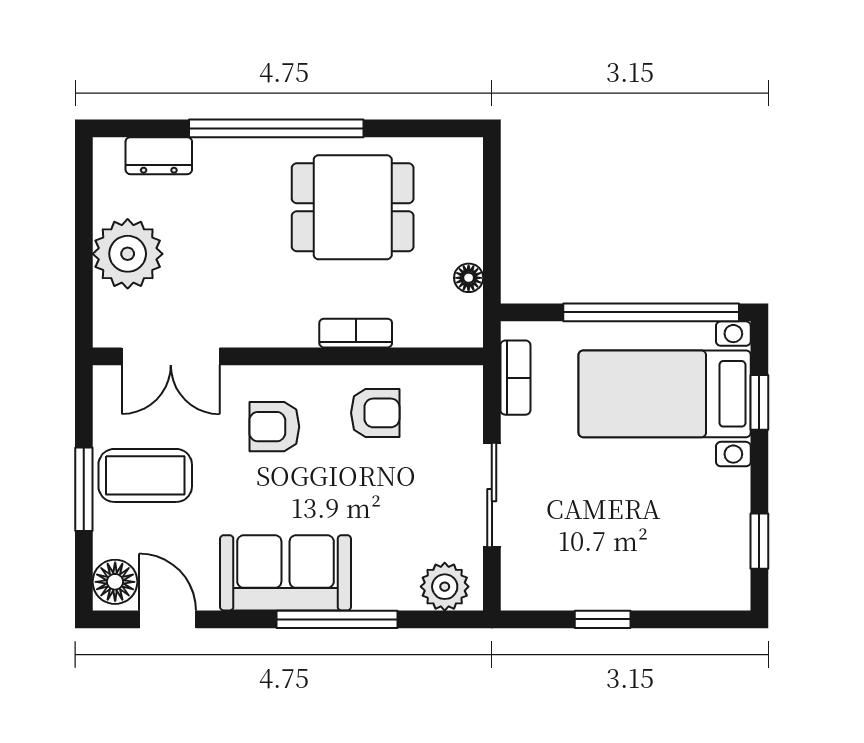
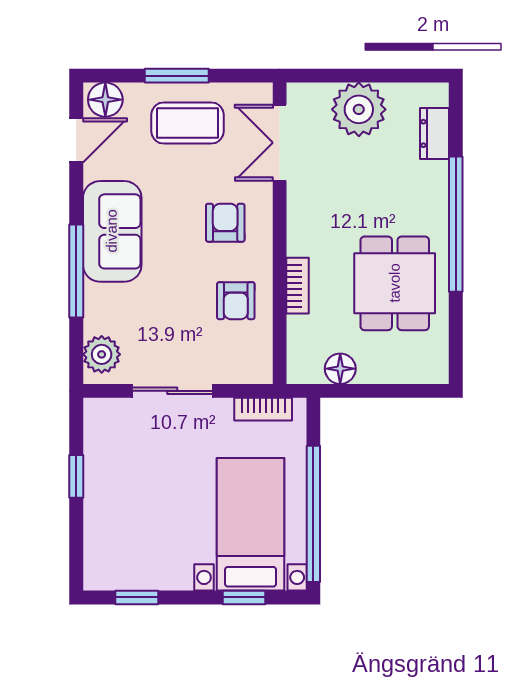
floor lamp: (469, 278) -> (340, 369), width x1.37, depth x1.37
coffee table: (145, 475) -> (188, 123), turned 90

